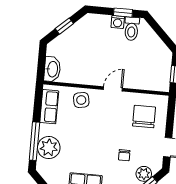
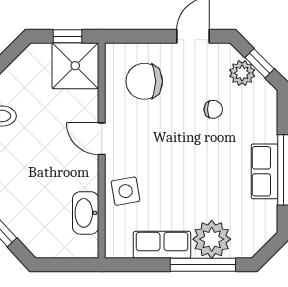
washbasin: (52, 69) -> (86, 213), moved, turned -90
shower: (157, 77) -> (75, 66), added
row of seats: (49, 107) -> (162, 245), moved

